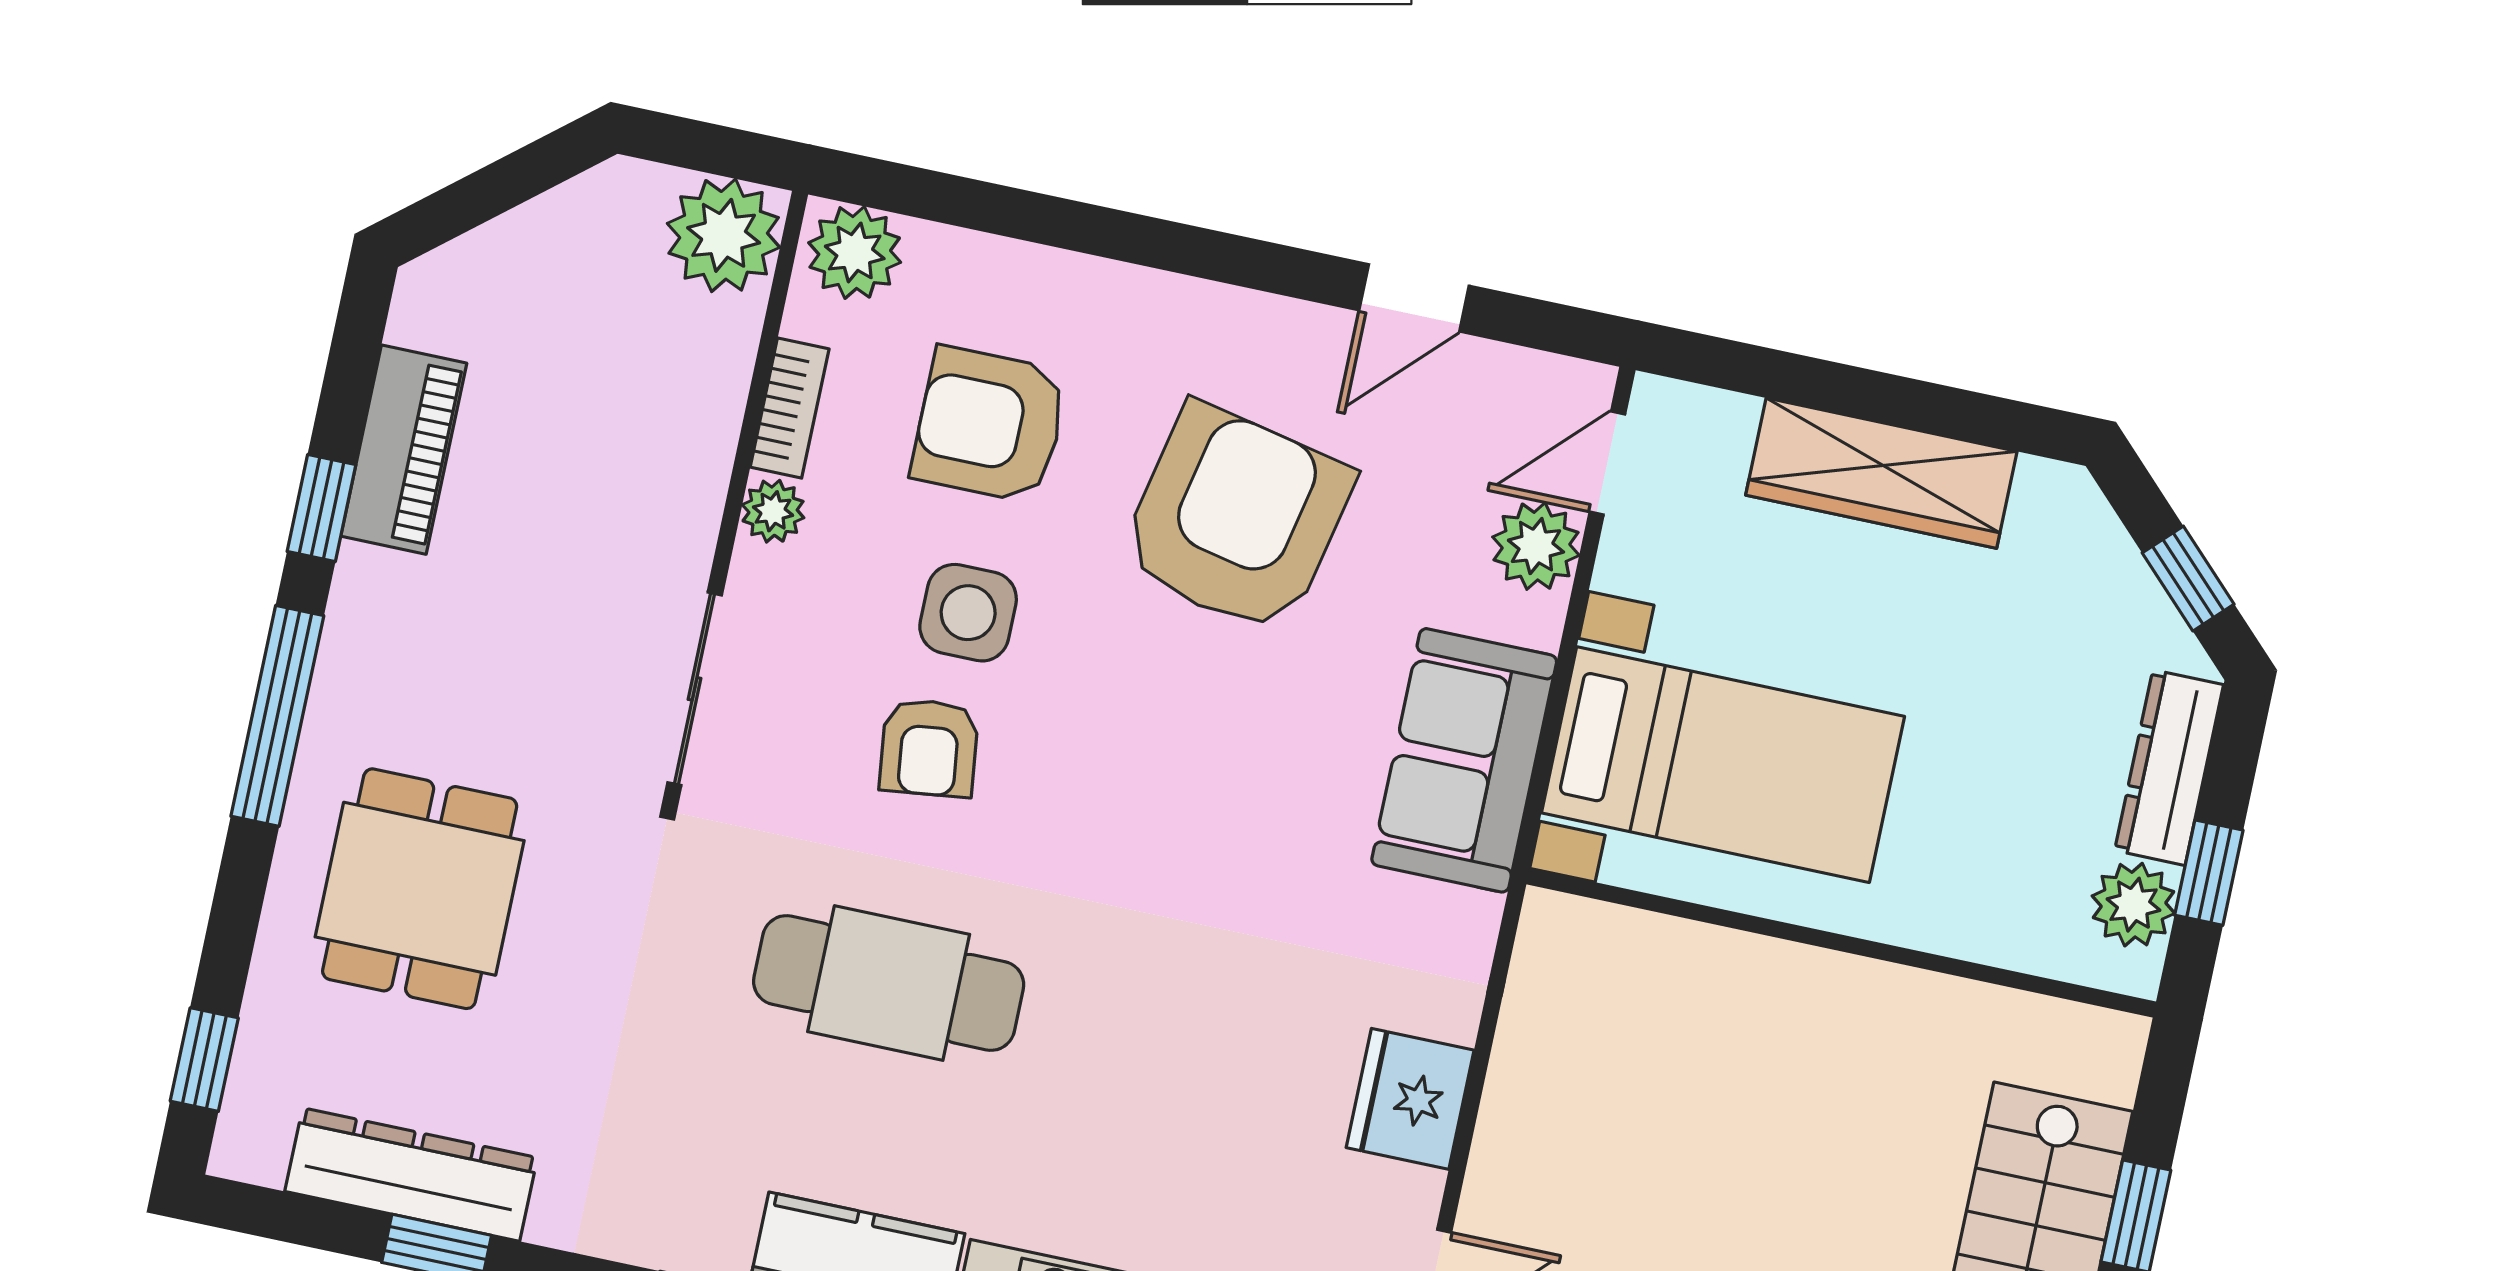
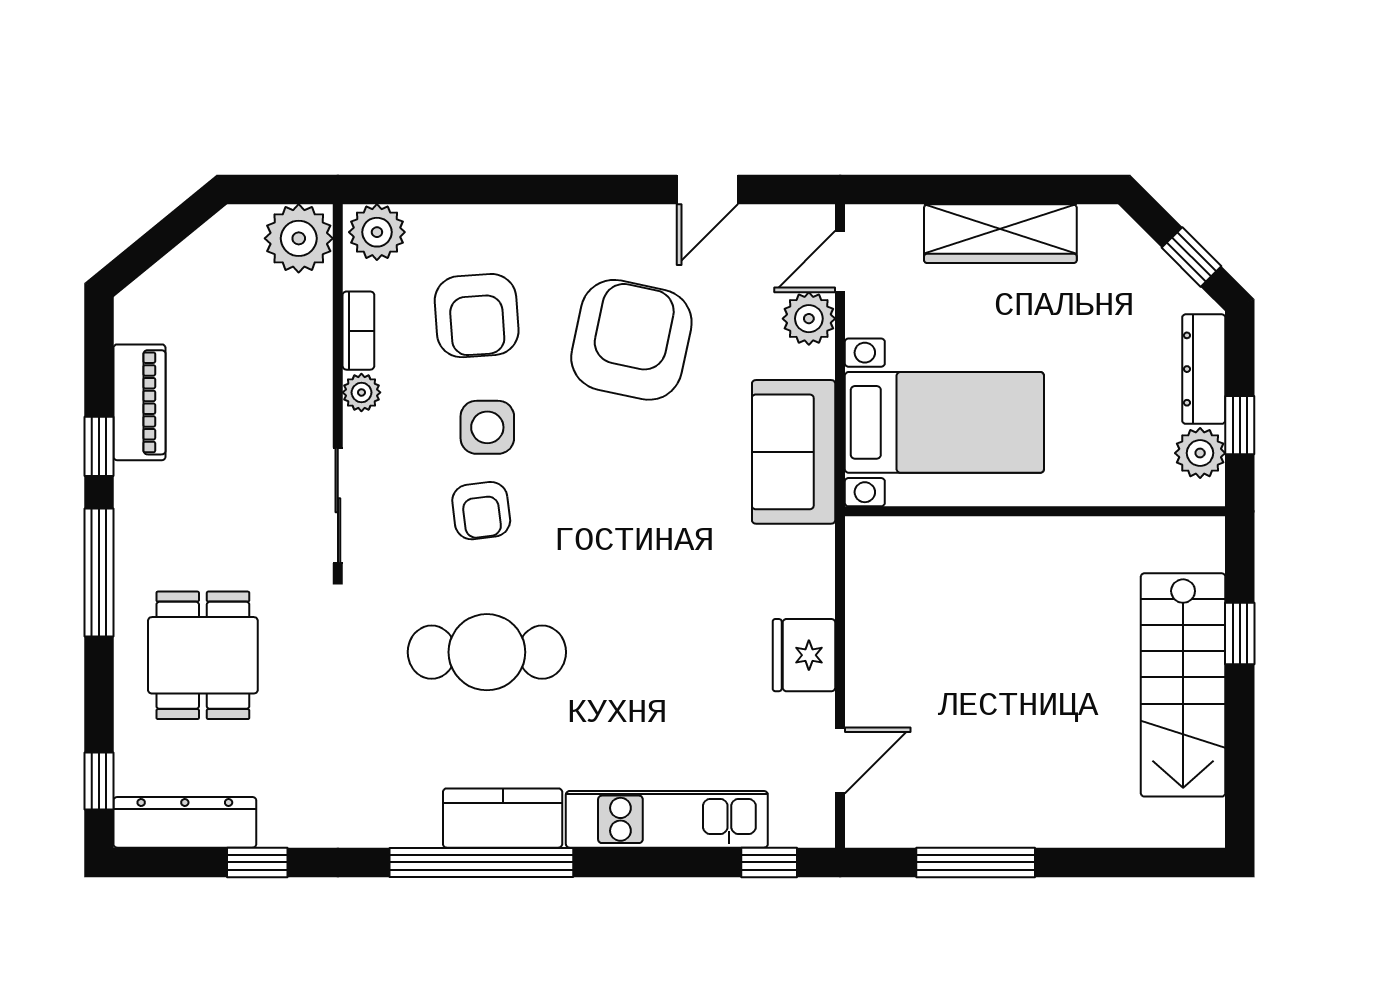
armchair: (990, 425) -> (477, 316), turned -94
dresser: (411, 1175) -> (185, 822), moved

